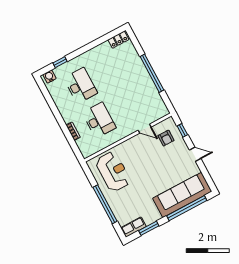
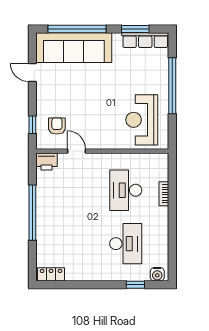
desk: (81, 86) -> (126, 244), turned 180
printer: (160, 111) -> (47, 161), added
door: (195, 154) -> (32, 73), moved
row of seats: (133, 227) -> (145, 40), width x1.48

